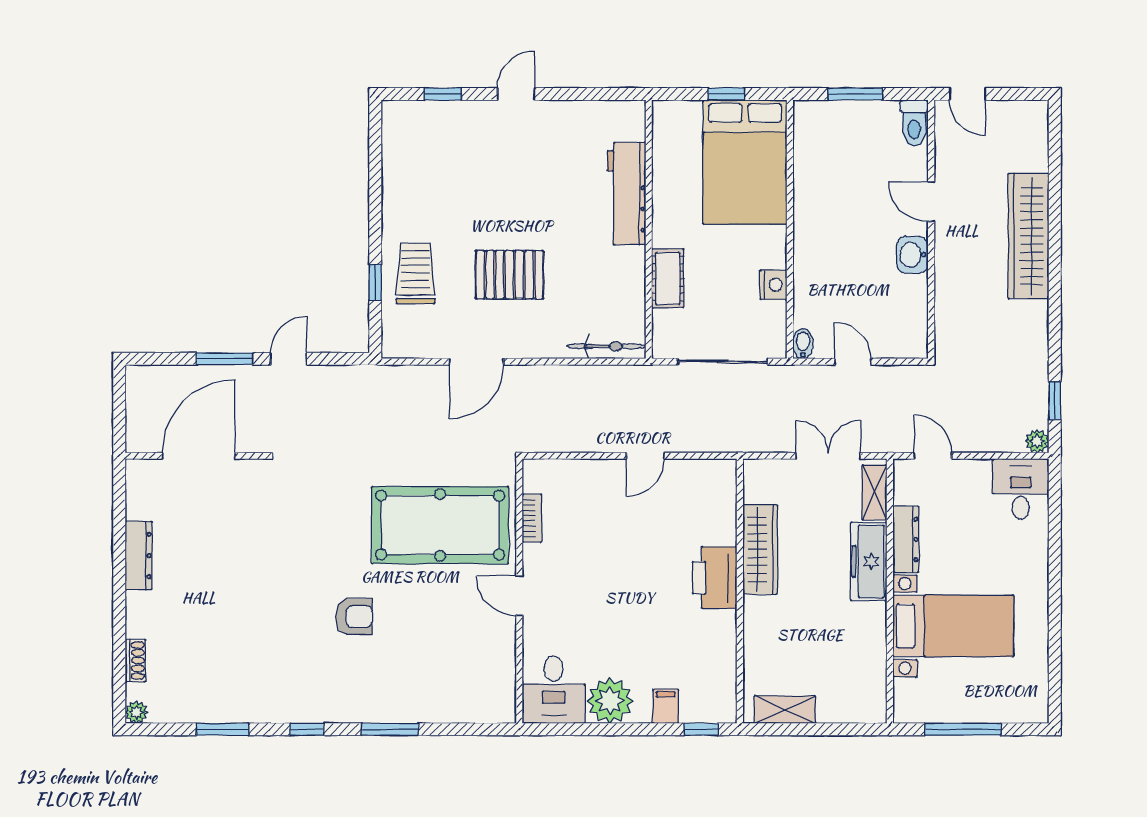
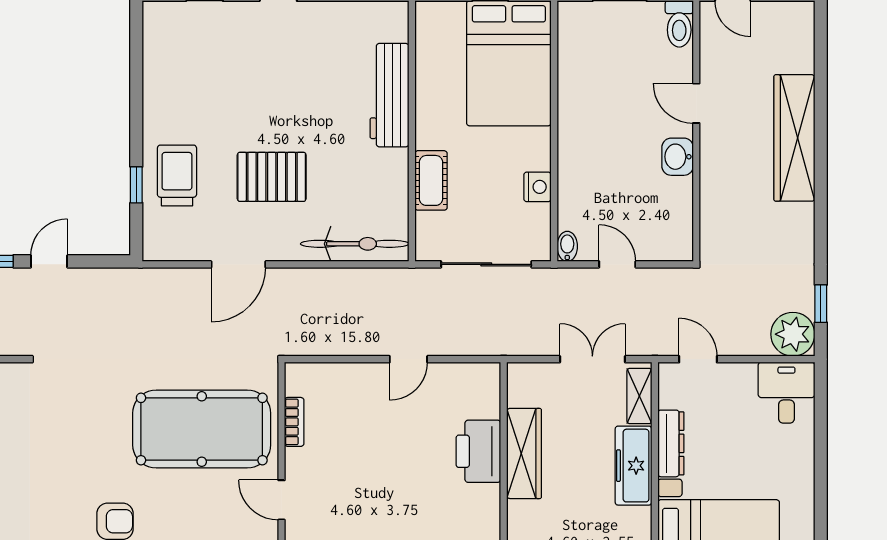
bicycle: (606, 346) -> (355, 244), width x1.37, depth x1.40
plant: (1037, 441) -> (793, 334), width x1.88, depth x1.88
printer: (715, 578) -> (478, 451), moved

